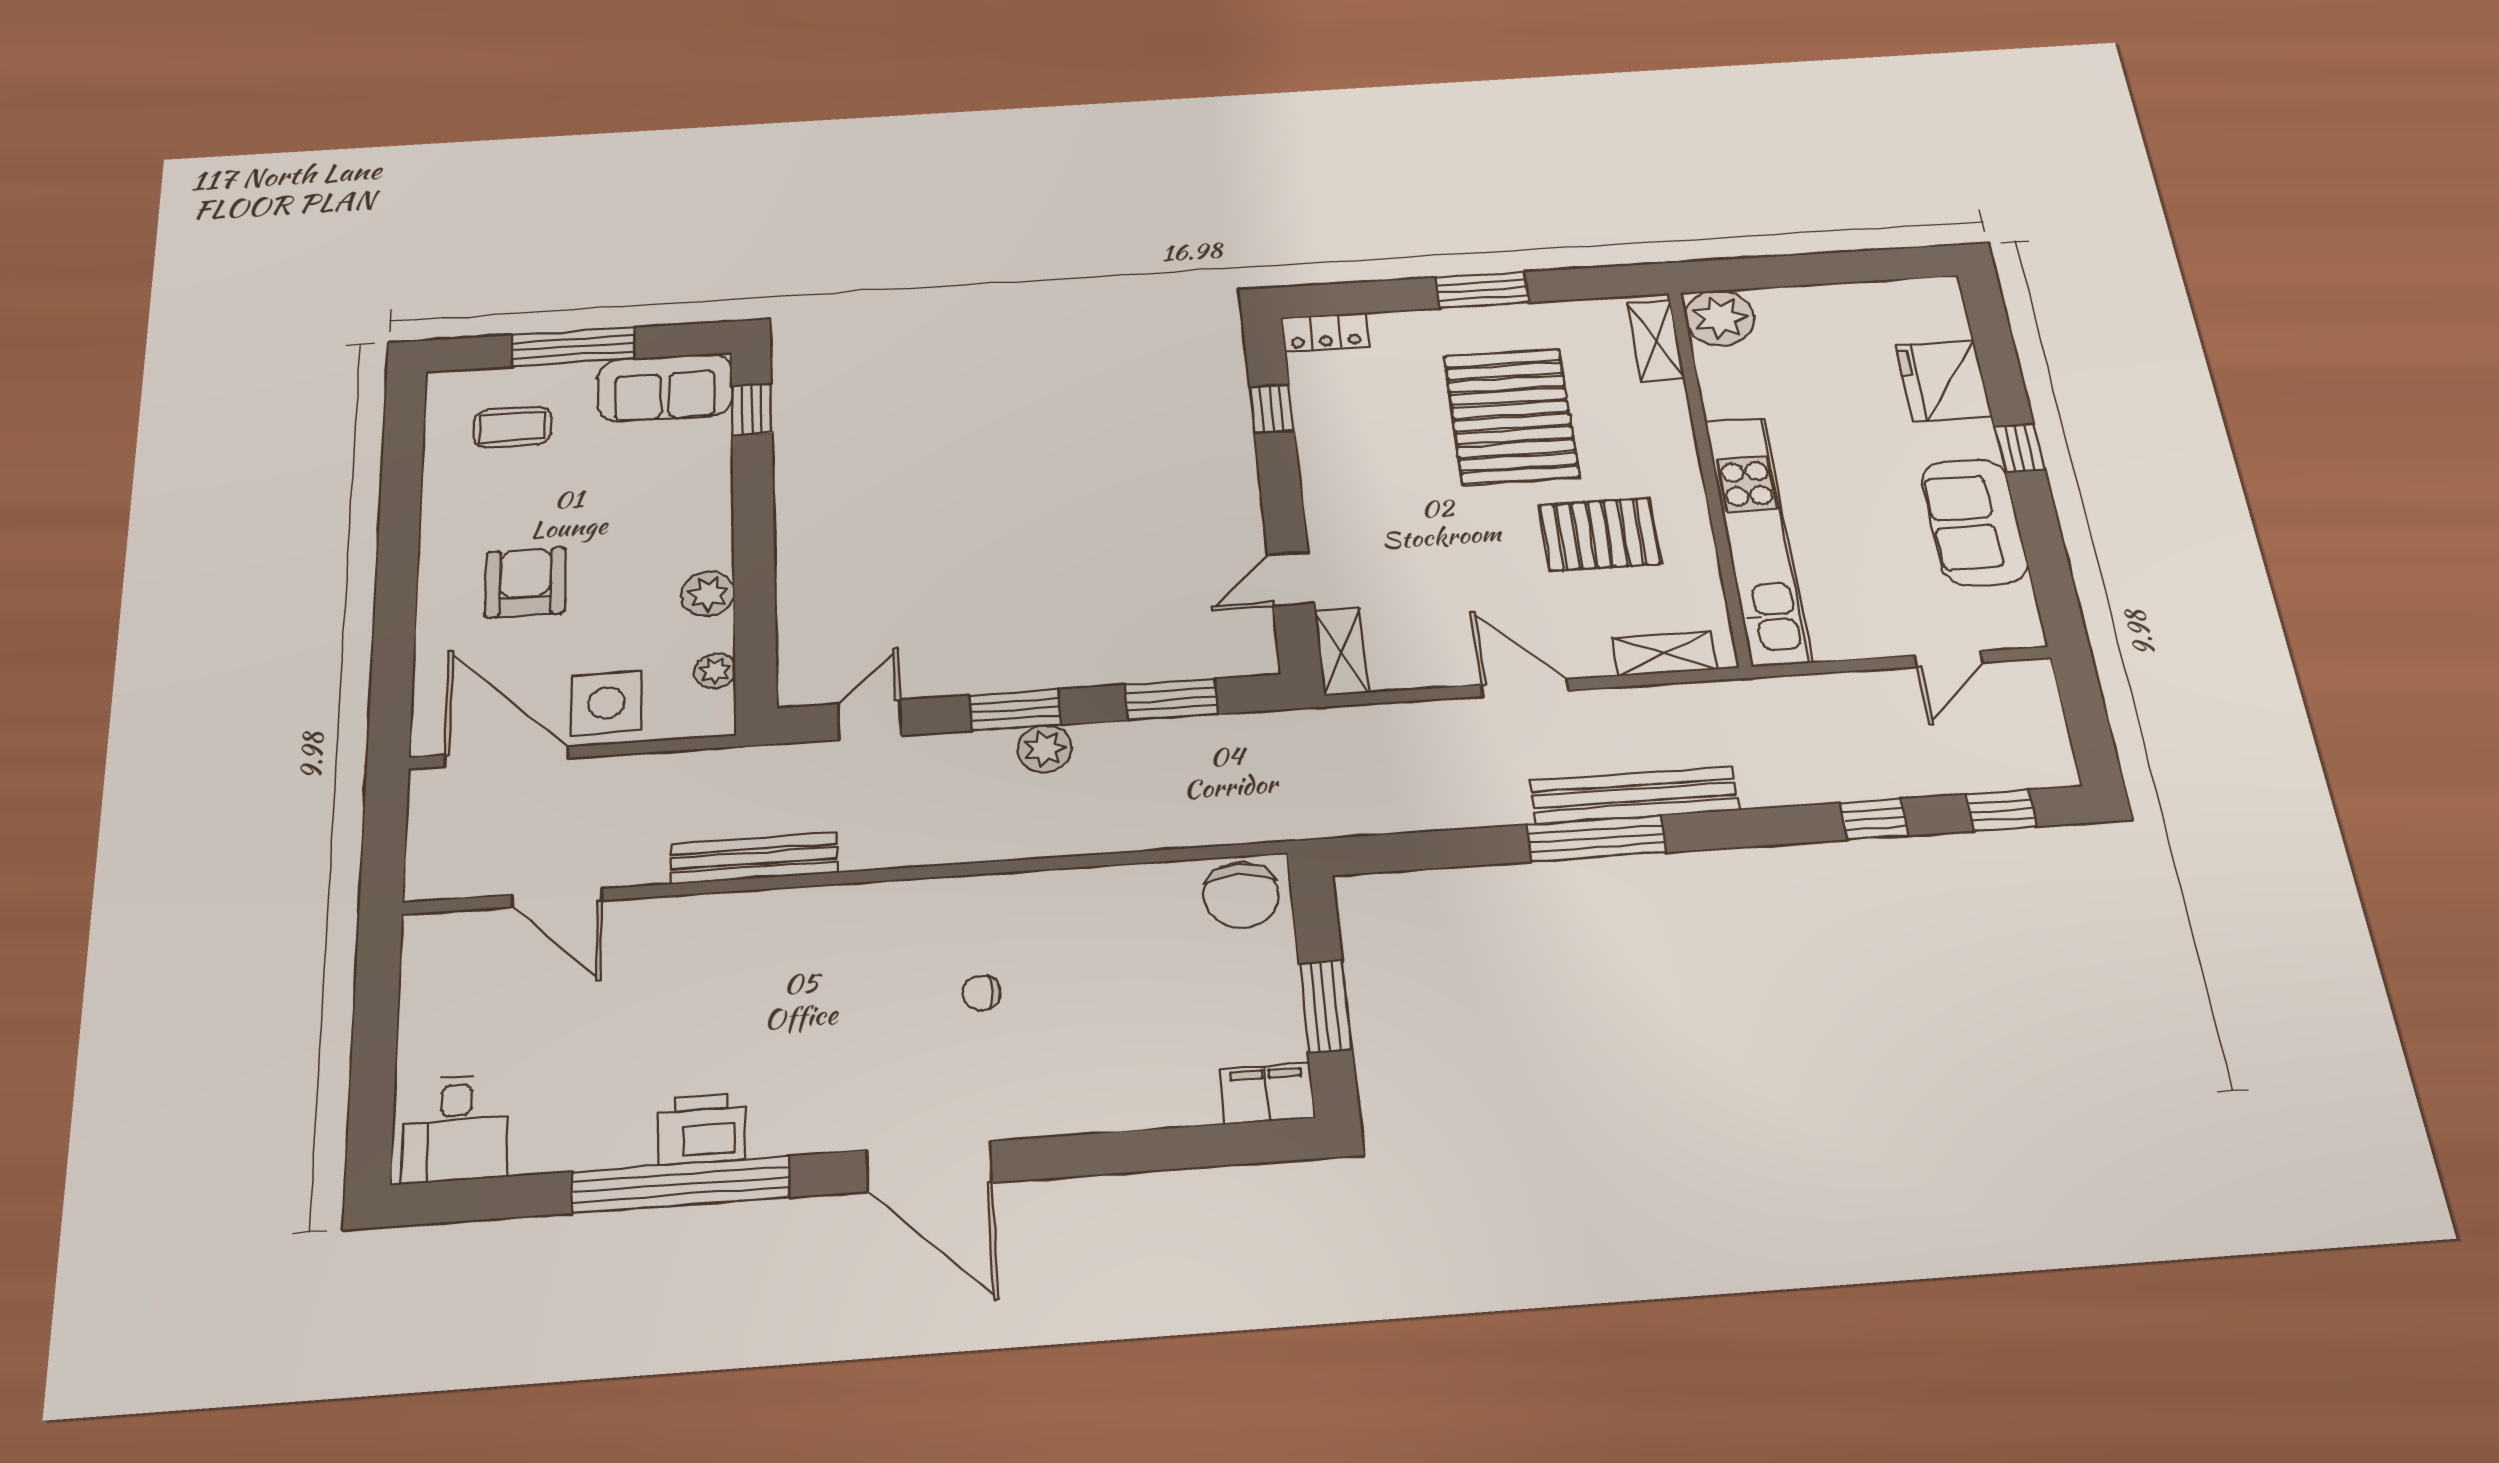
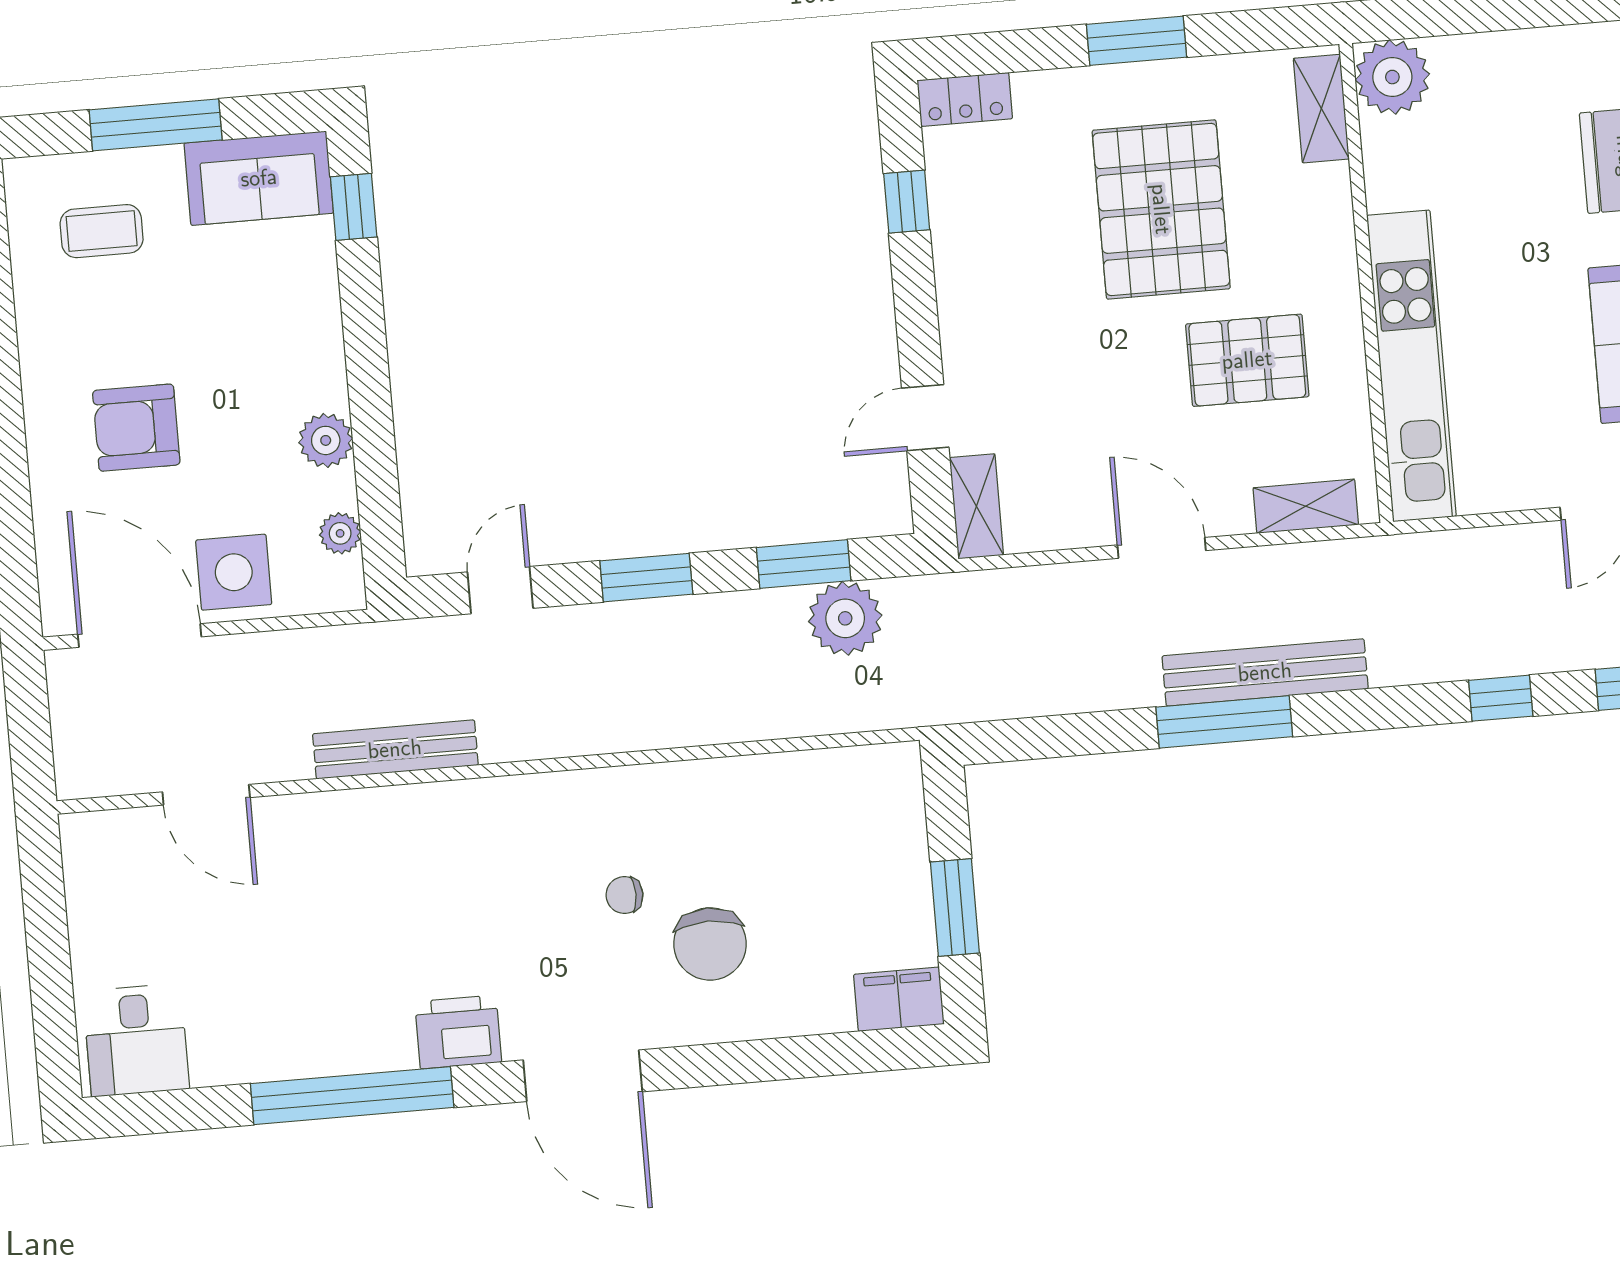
armchair: (525, 582) -> (136, 428), turned -90
plant: (1045, 749) -> (845, 618), moved, width x1.36, depth x1.36
chair: (1241, 895) -> (710, 944), moved
printer: (701, 1129) -> (458, 1032), moved

